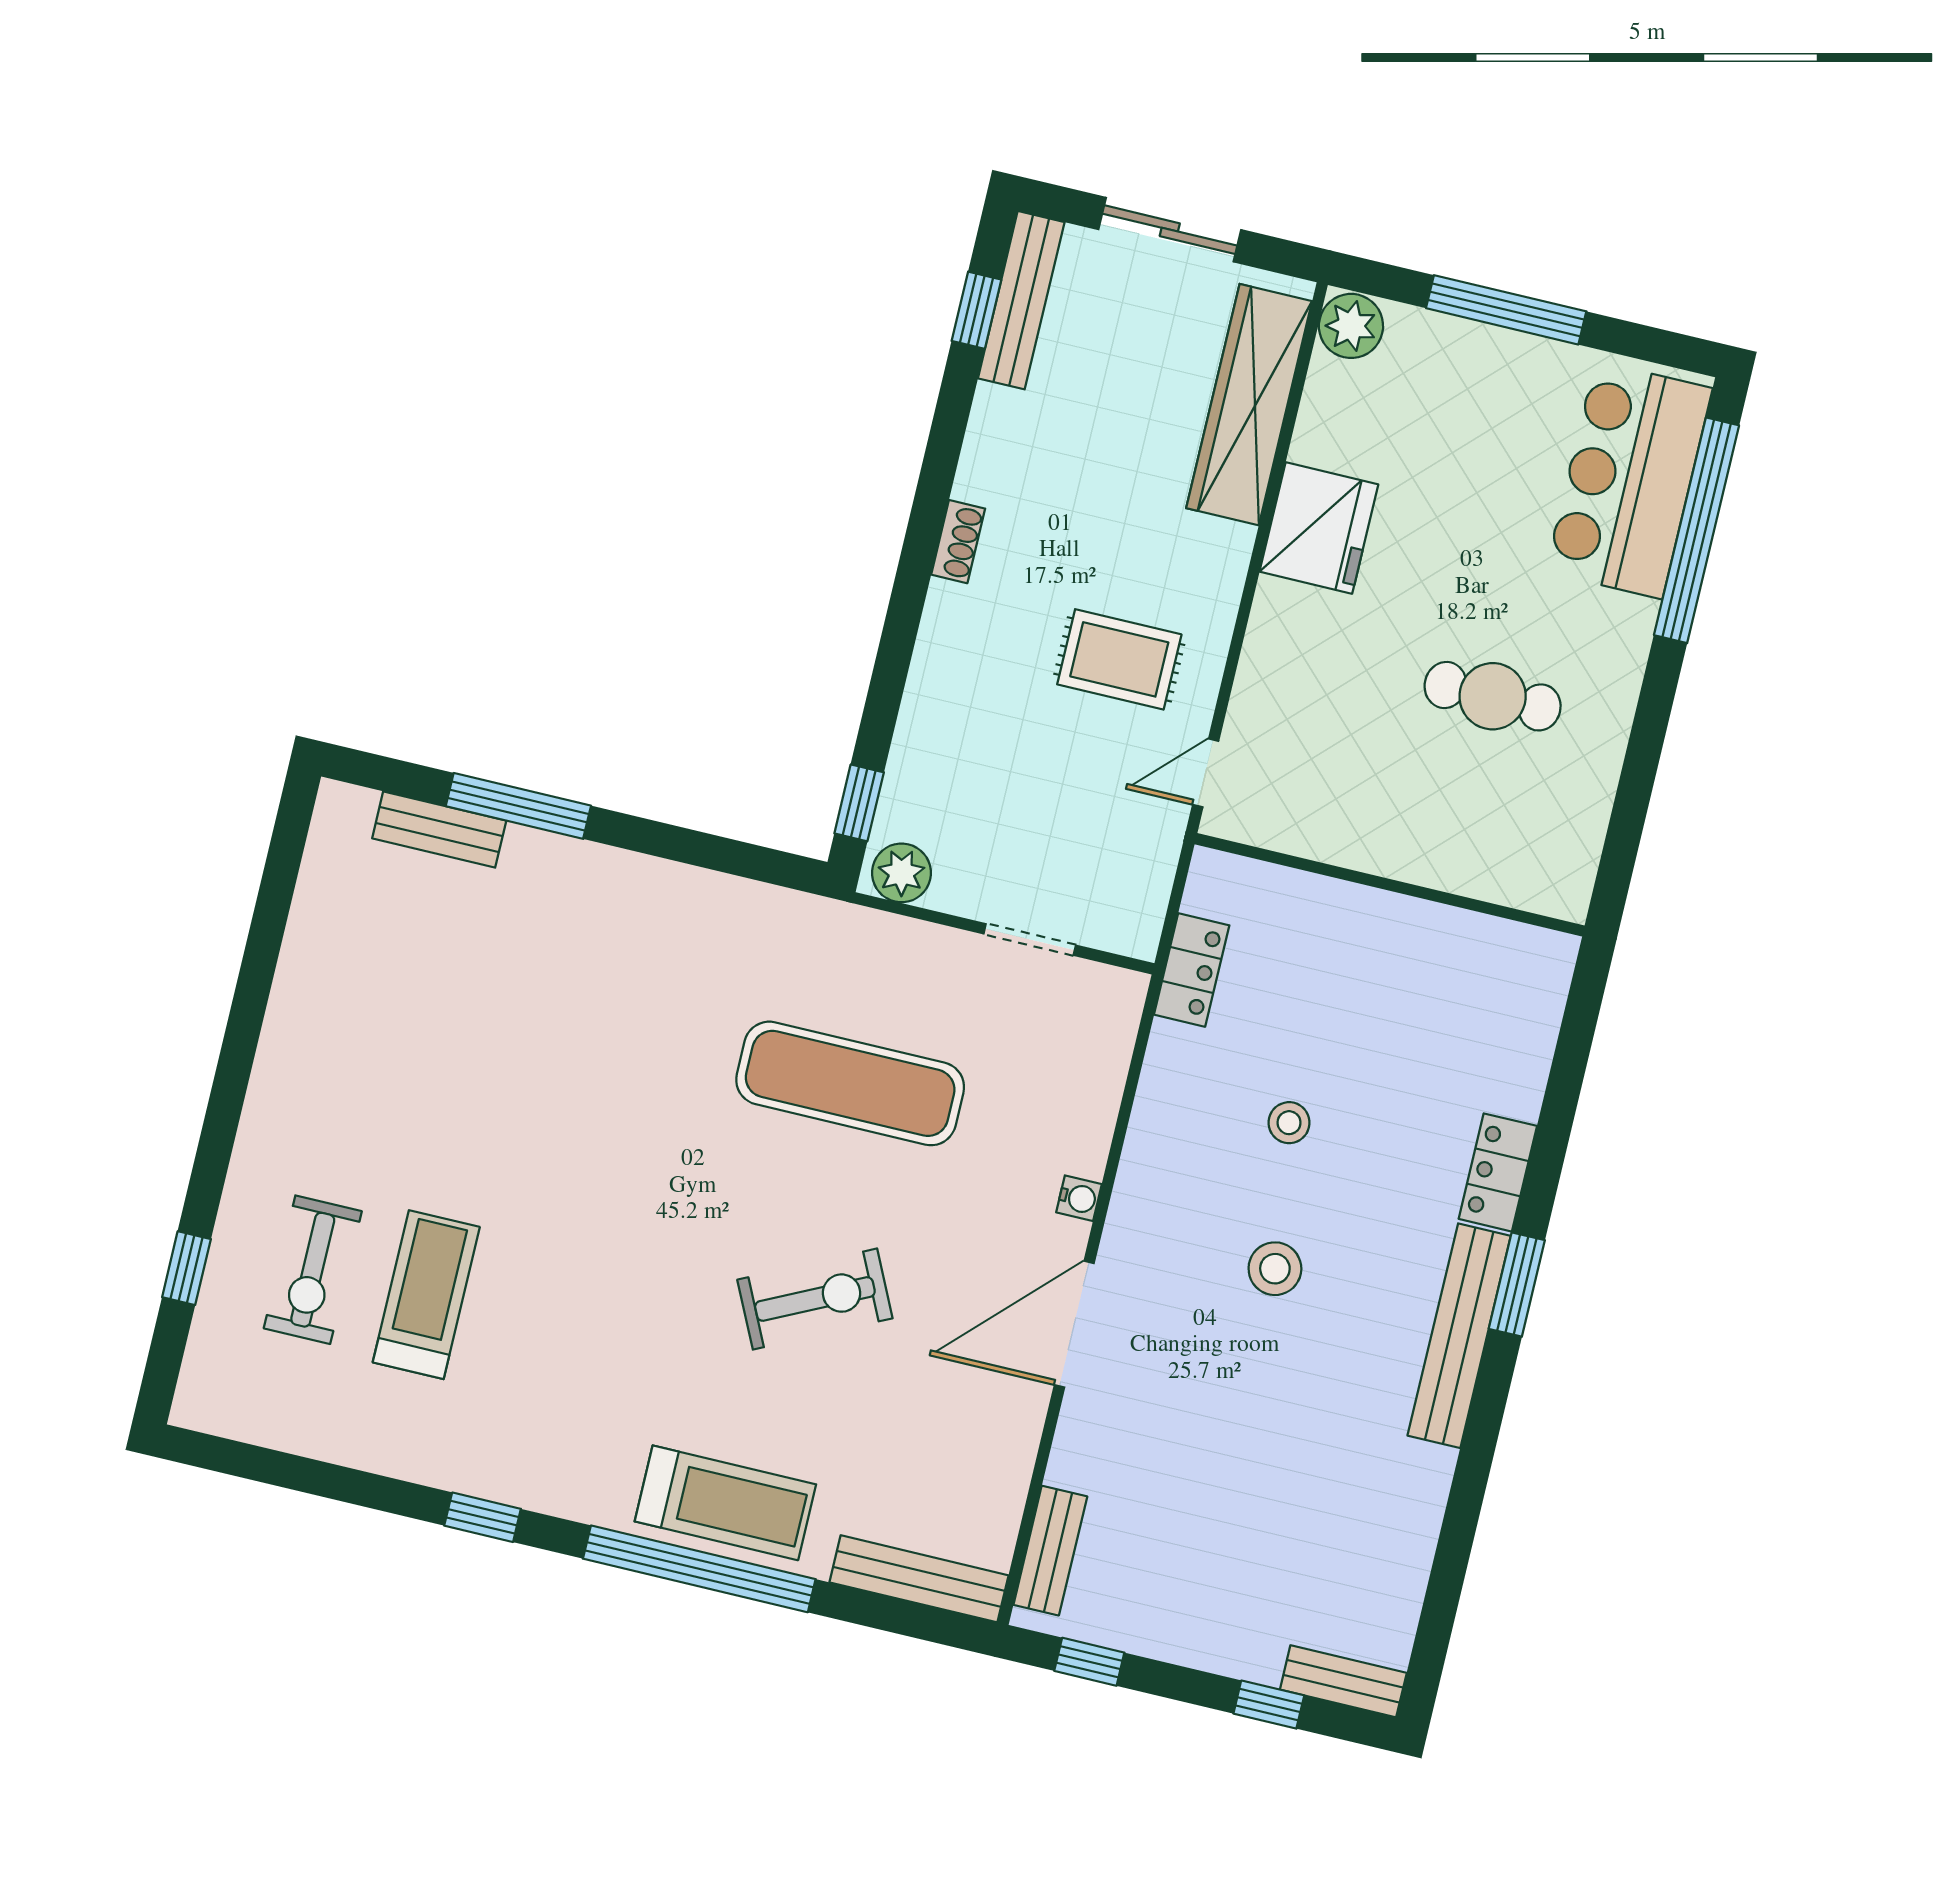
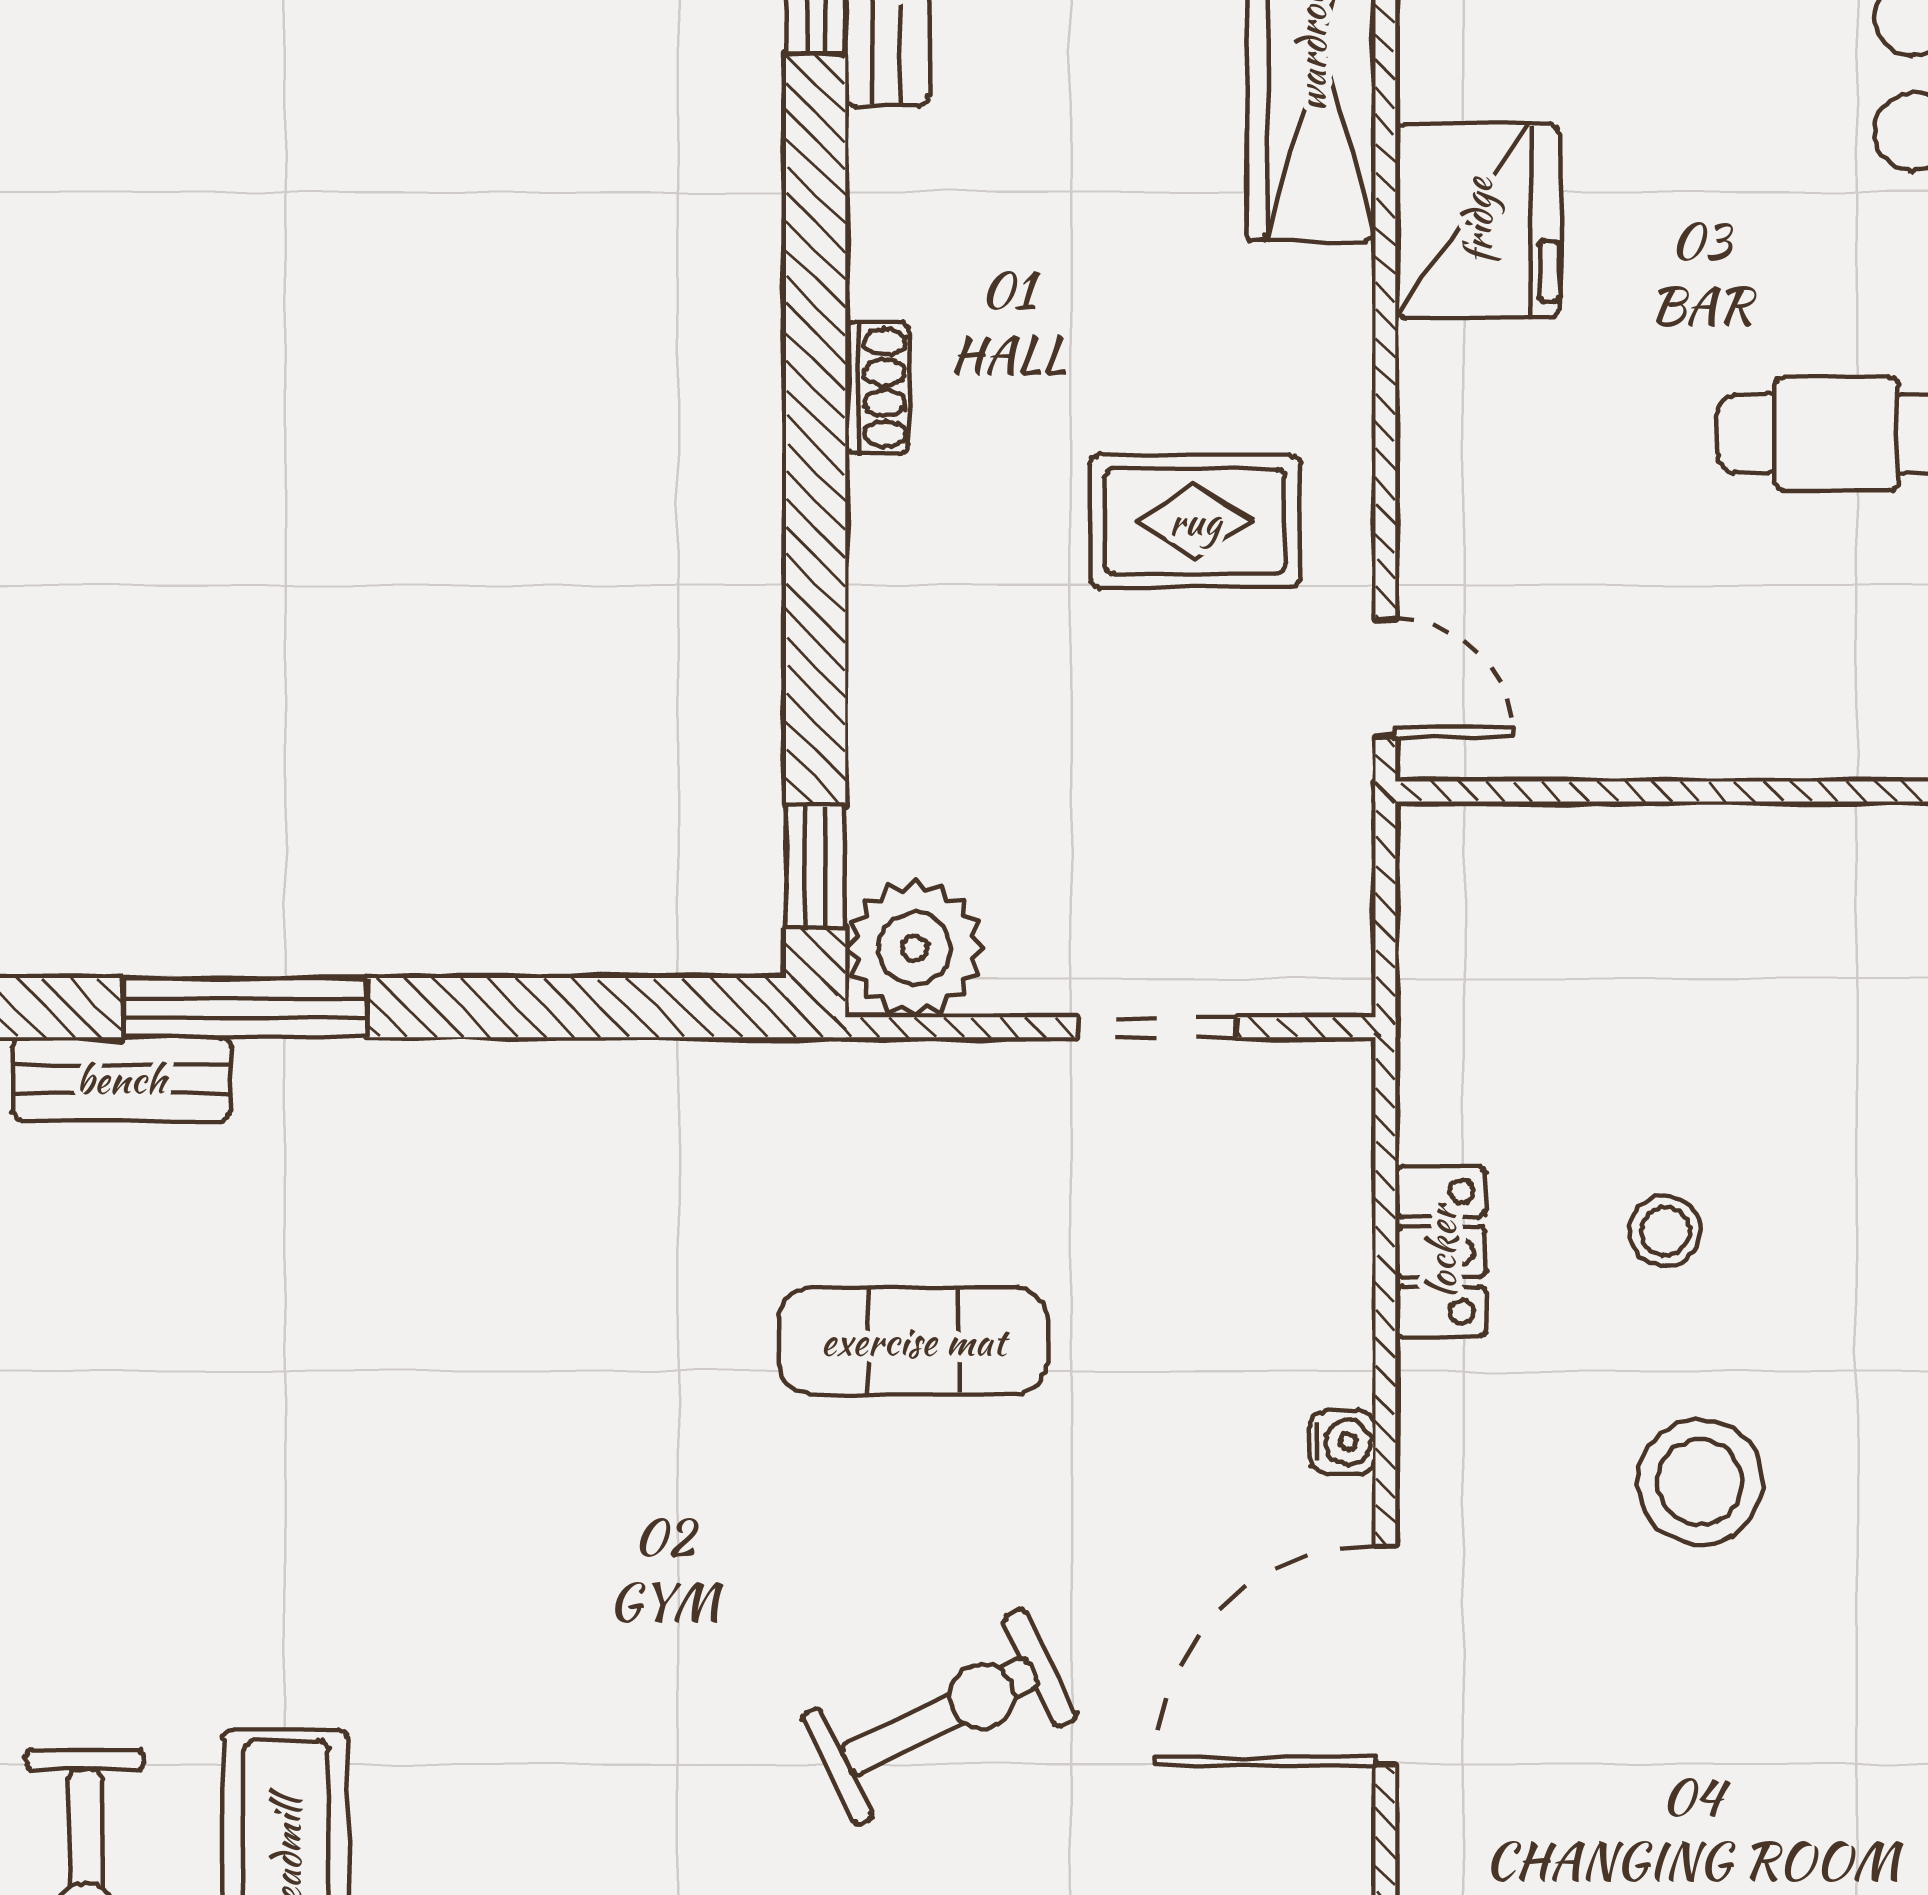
door: (1206, 773) -> (1385, 677), swing flipped
plant: (901, 873) -> (915, 948), width x1.36, depth x1.36
locker: (1192, 970) -> (1441, 1252), moved
exercise mat: (850, 1083) -> (913, 1341), width x0.73, depth x0.69
stool: (1275, 1269) -> (1700, 1482), width x1.38, depth x1.38

